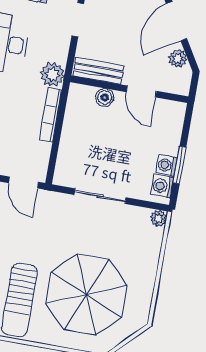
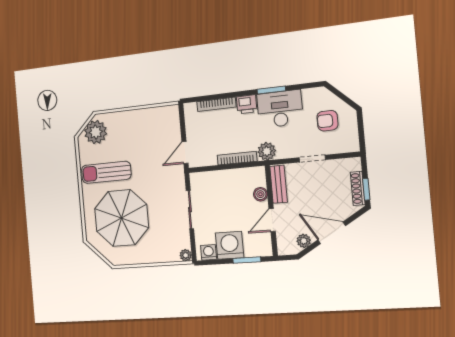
washing machine: (167, 165) -> (230, 245), width x1.89, depth x1.89
window: (180, 165) -> (247, 260), moved

